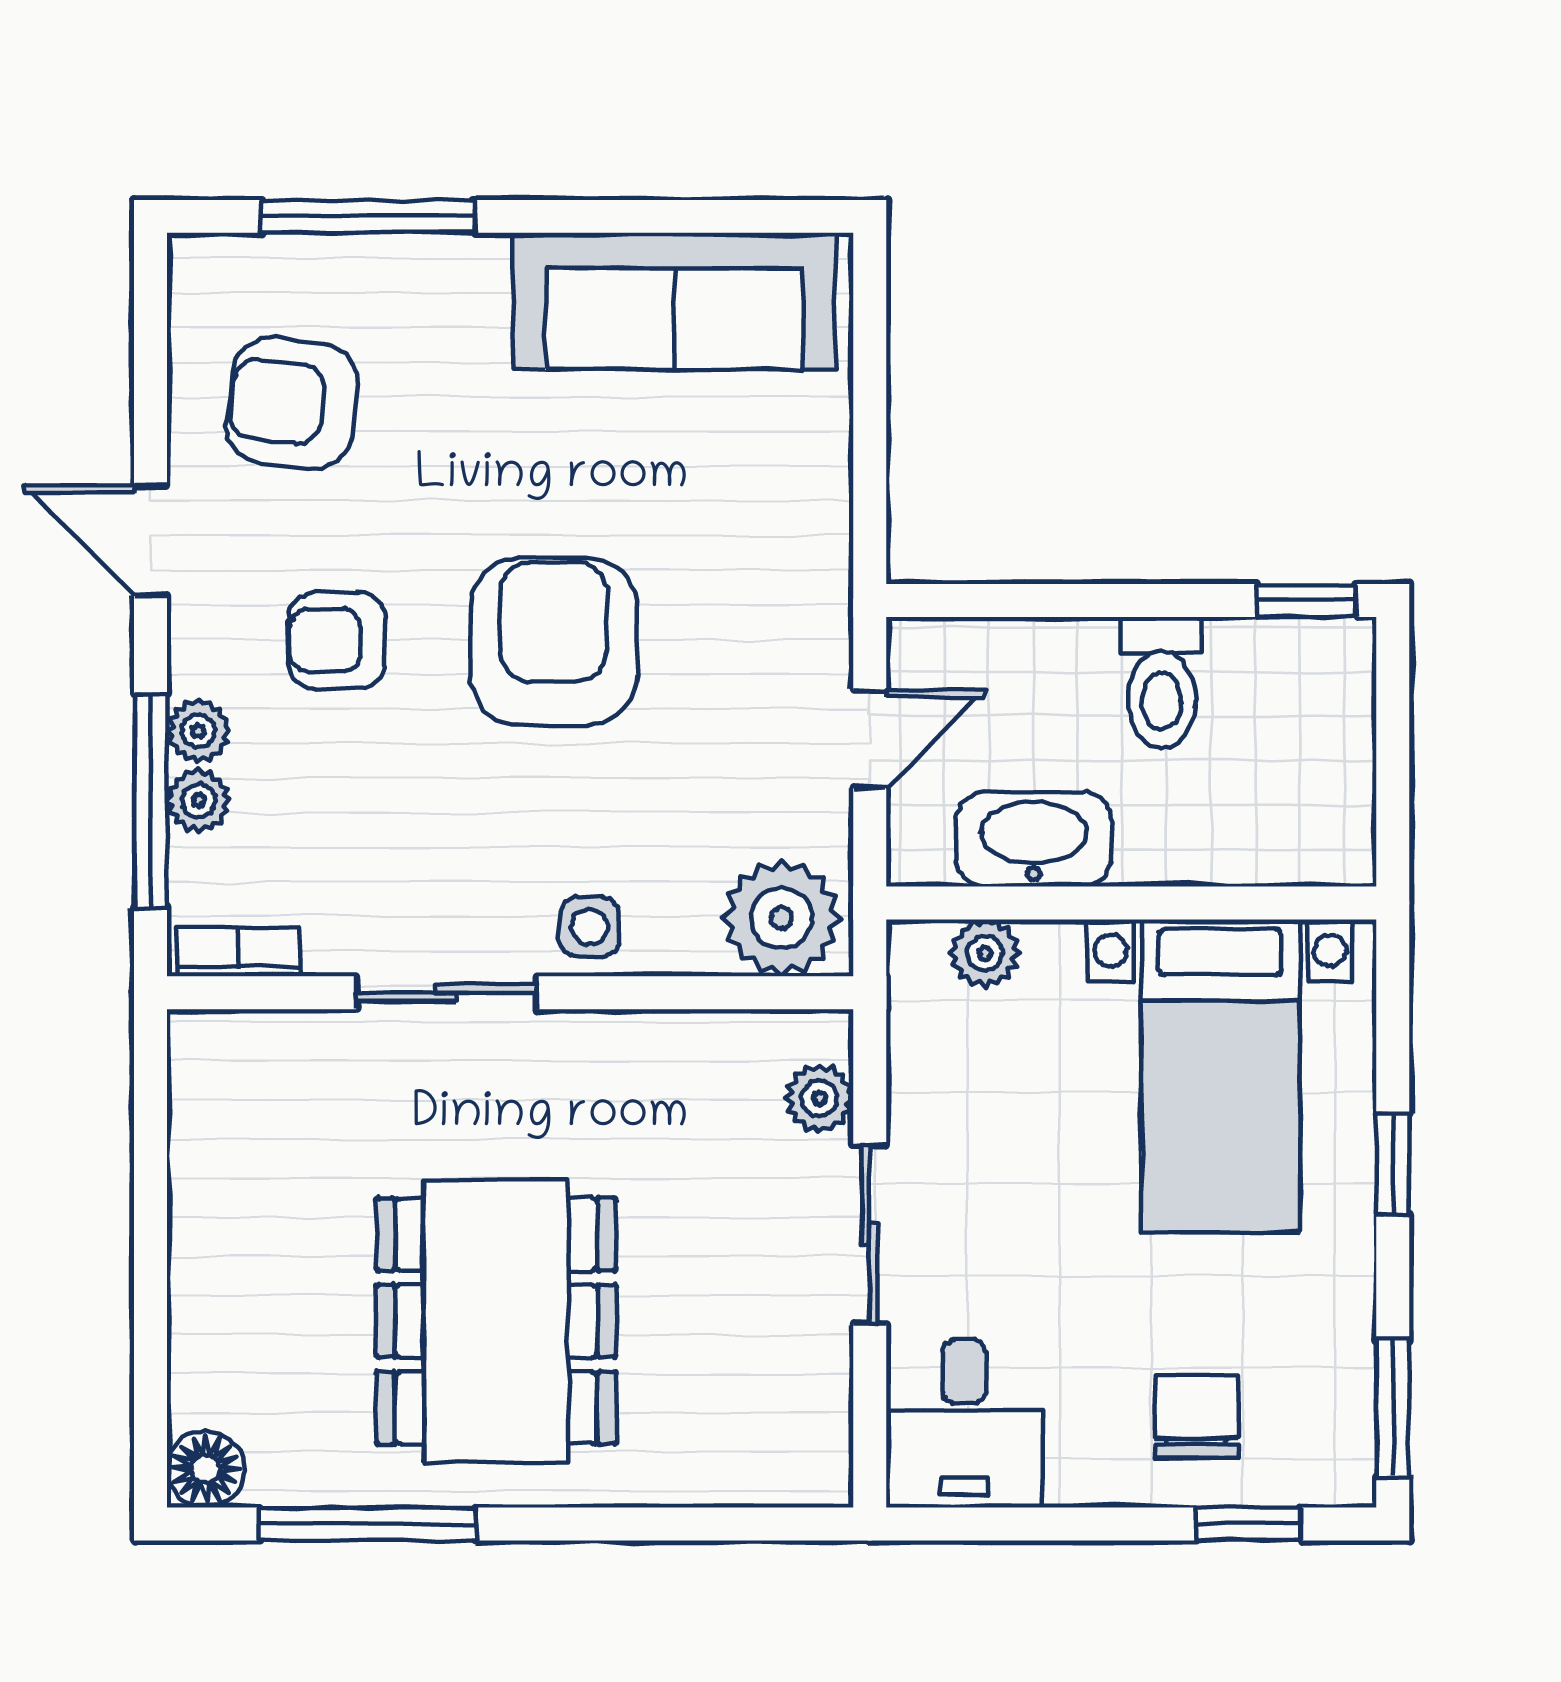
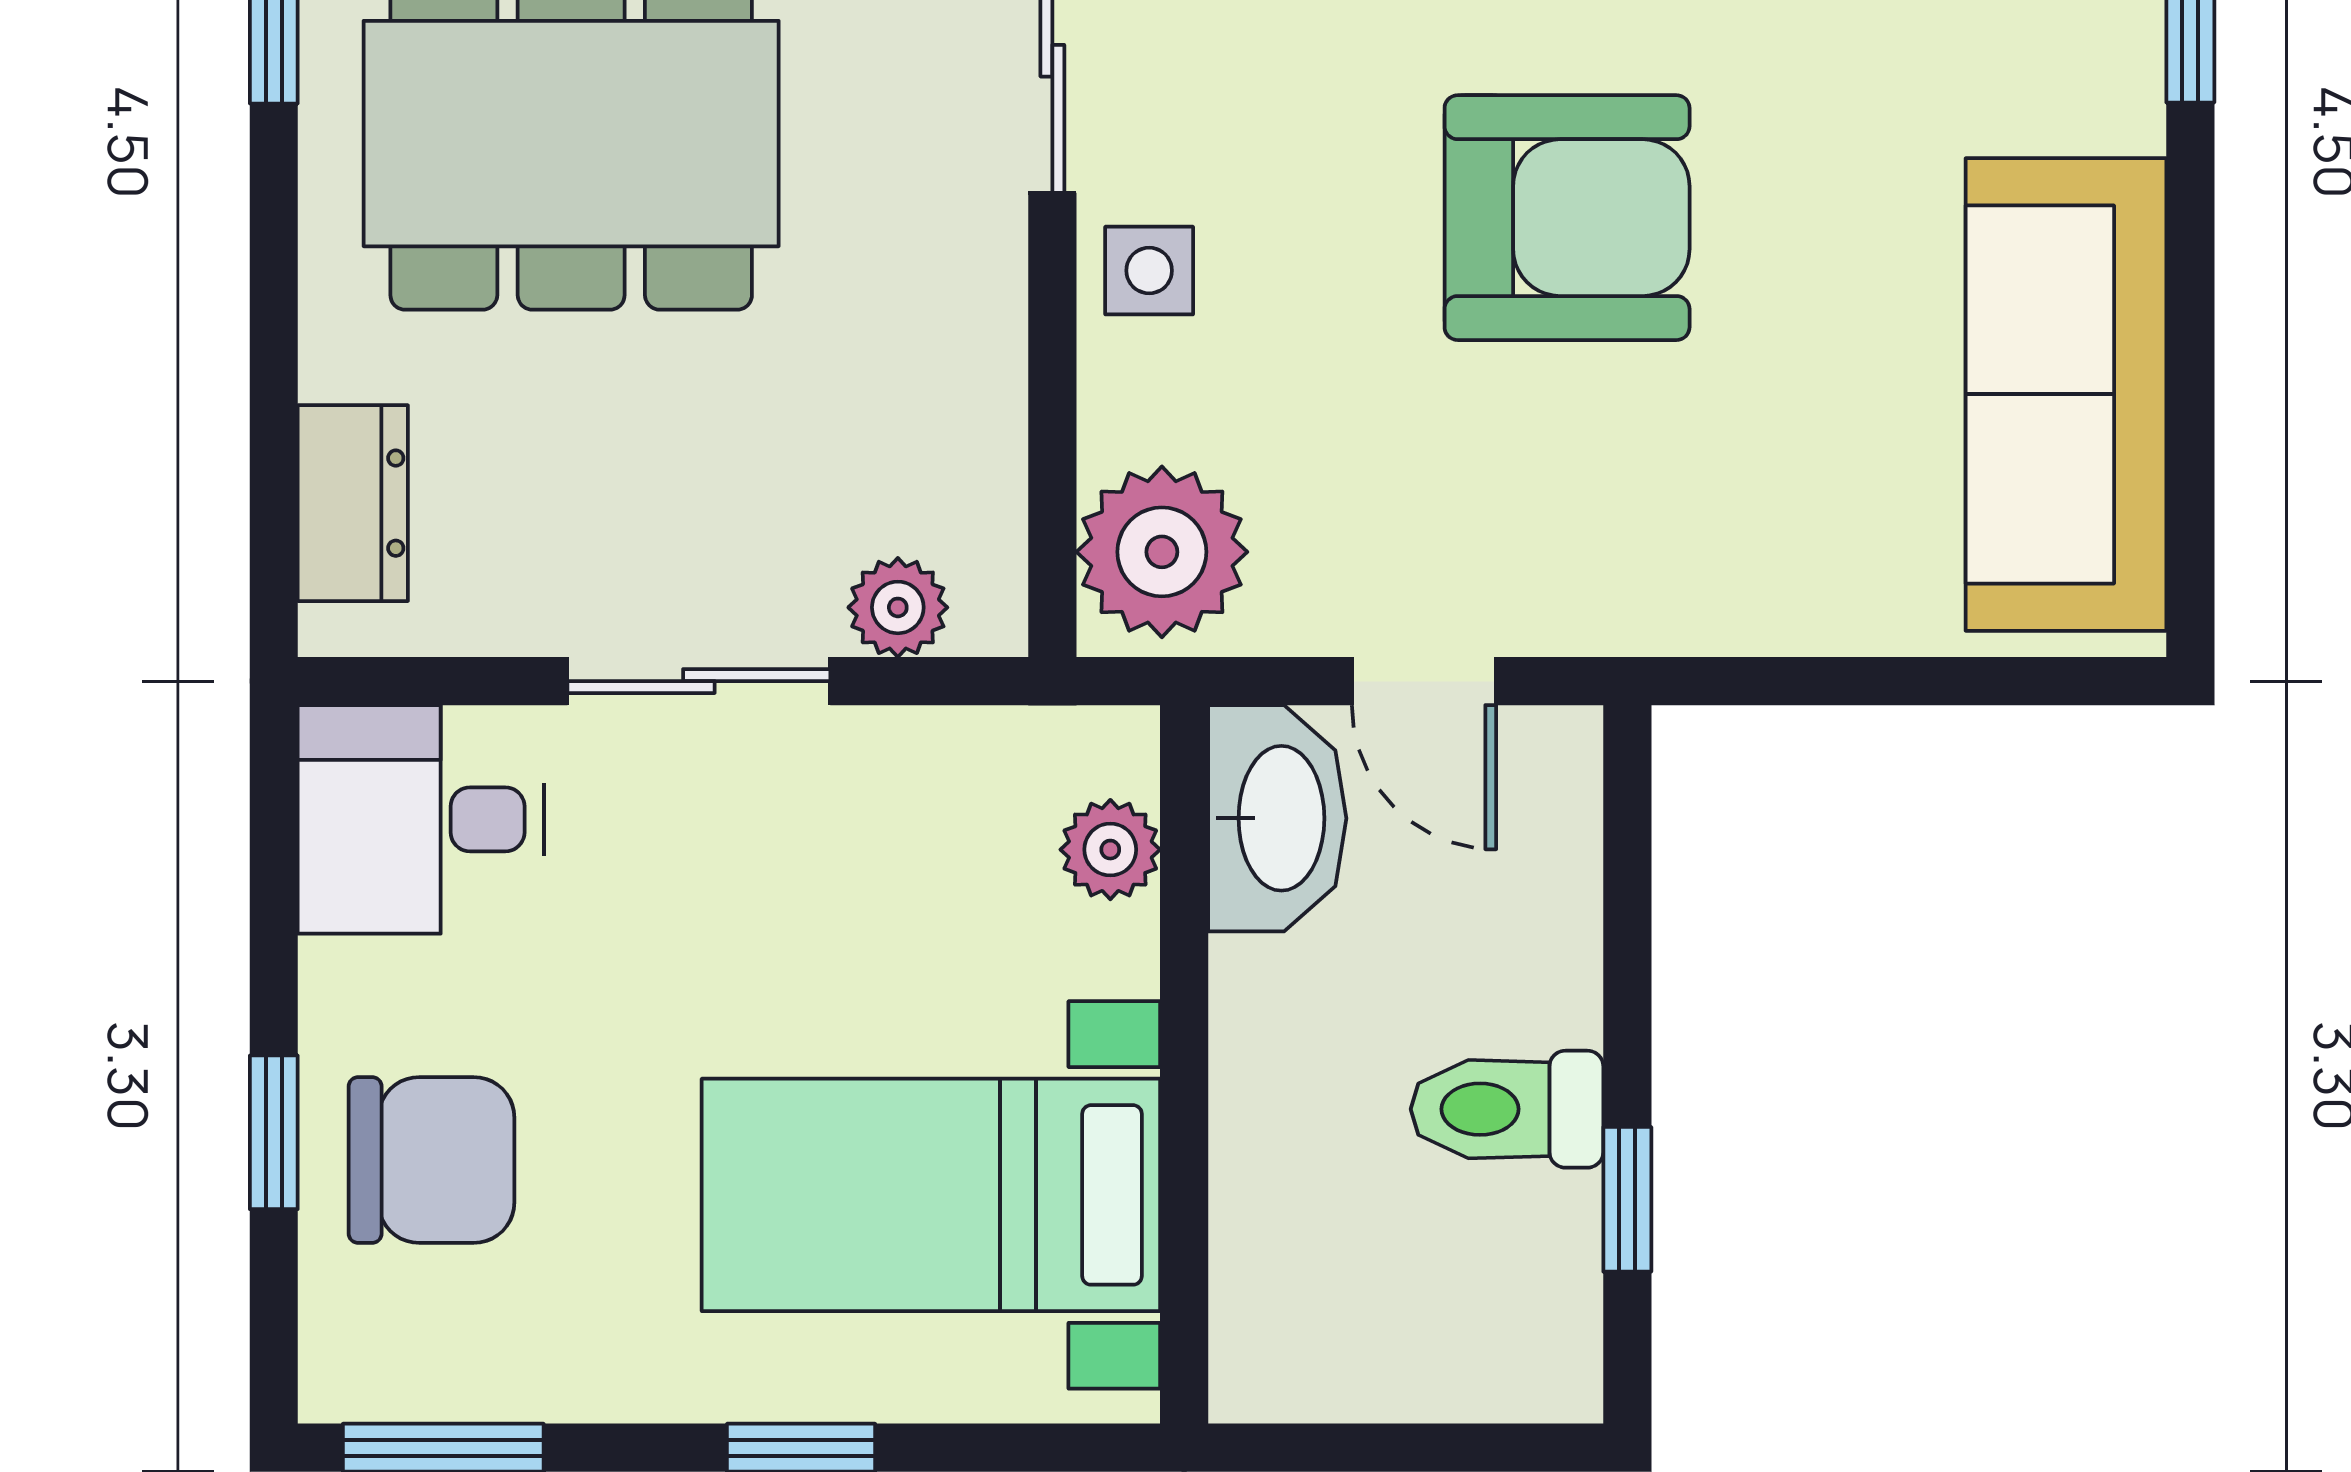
window: (1307, 601) -> (1627, 1199), moved
washbasin: (1034, 839) -> (1277, 818), moved
chair: (1196, 1416) -> (432, 1160), width x1.37, depth x1.37
dresser: (748, 1470) -> (353, 503), added
window: (1248, 1524) -> (274, 1132), moved

